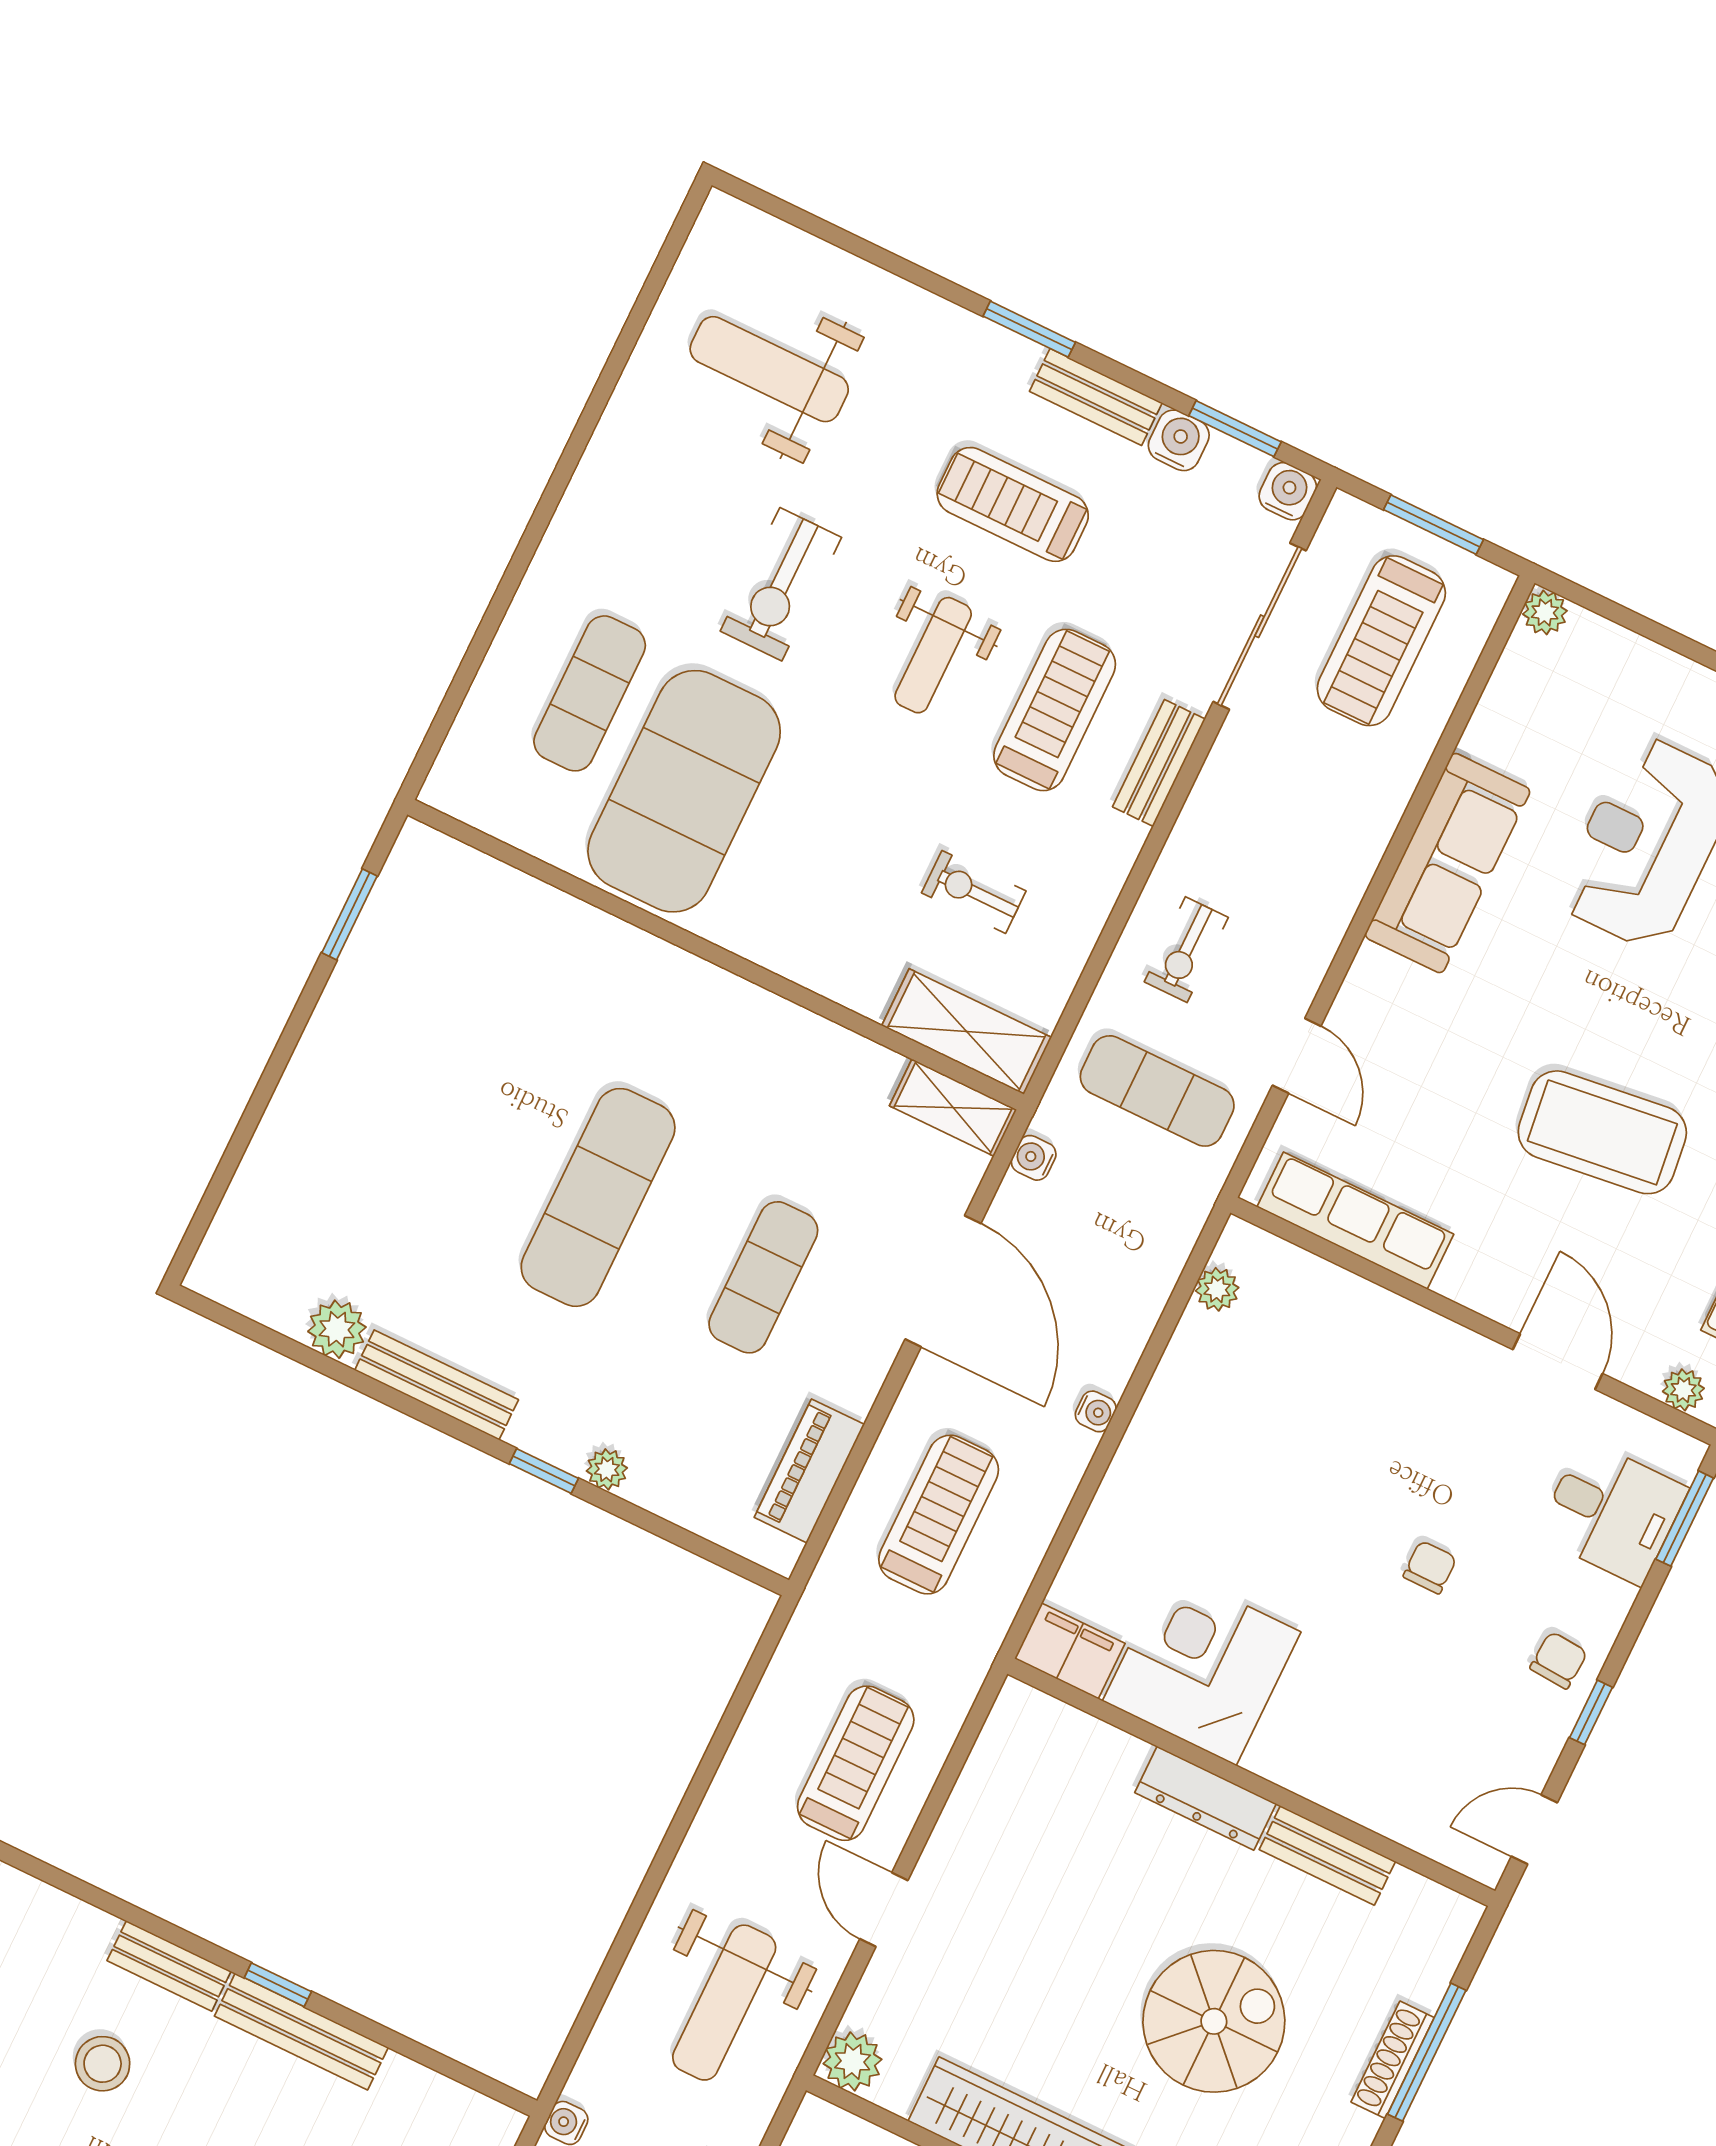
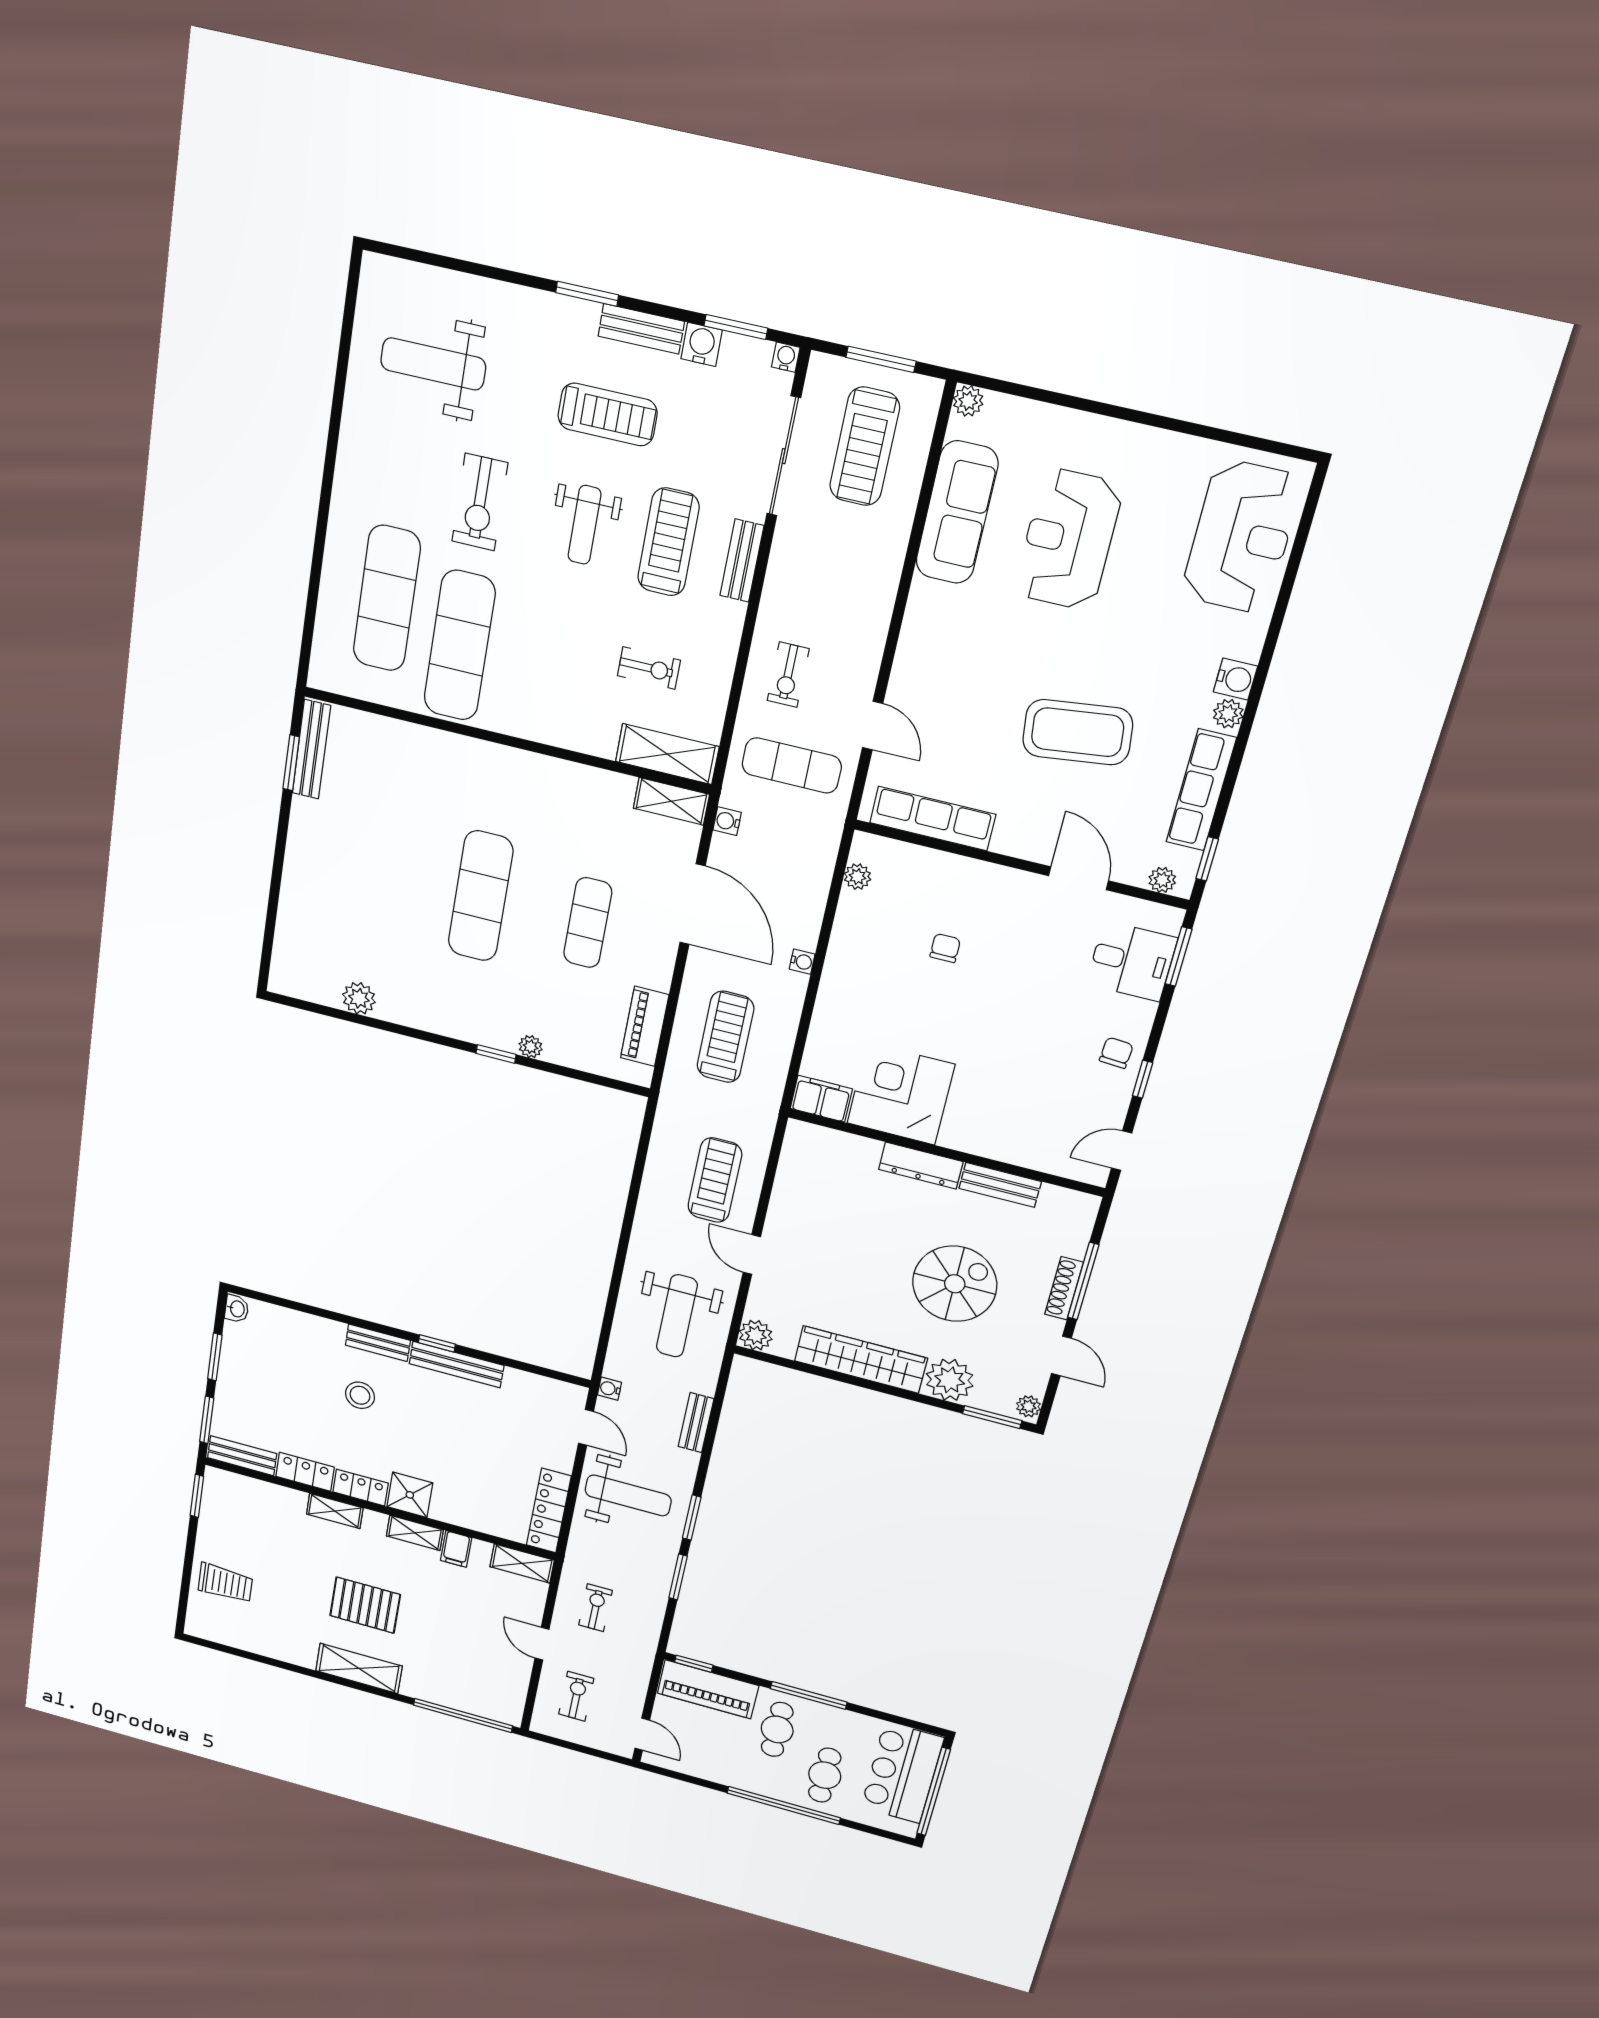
water cooler: (1288, 491) -> (786, 357), width x0.72, depth x0.72
treadmill: (1013, 504) -> (608, 414), turned 180
exercise mat: (590, 693) -> (387, 598), width x1.36, depth x1.45
exercise mat: (684, 791) -> (460, 646), width x0.68
sofa: (1448, 863) -> (957, 512), moved
exercise bike: (974, 892) -> (649, 668), turned 180
bench: (437, 1385) -> (311, 749), moved, turned 90
chair: (1430, 1567) -> (945, 948), moved

